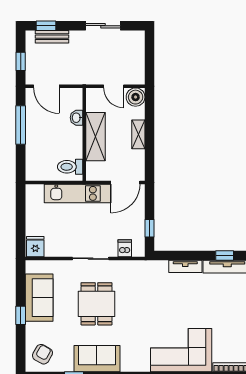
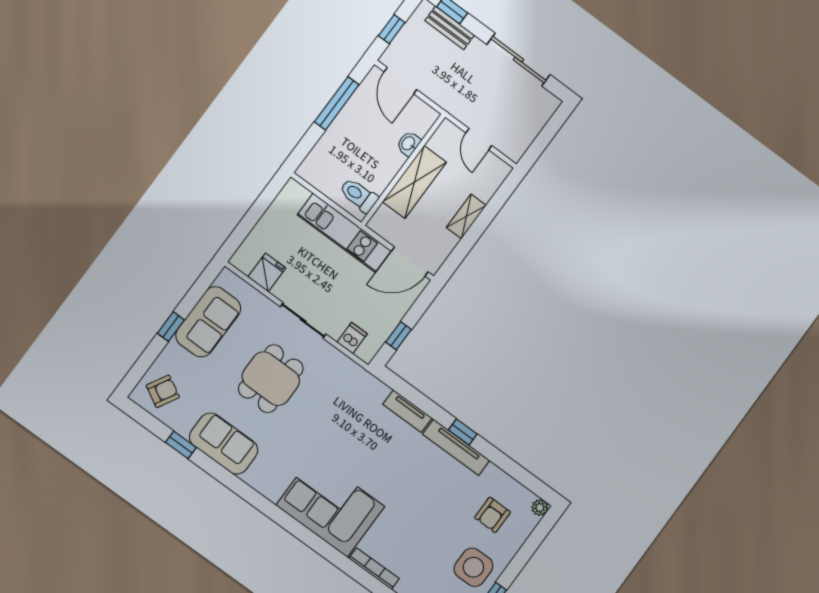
sliding door: (103, 26) -> (519, 60), width x1.37
boiler: (136, 97) -> (495, 171), removed
fridge: (35, 247) -> (267, 272), moved

